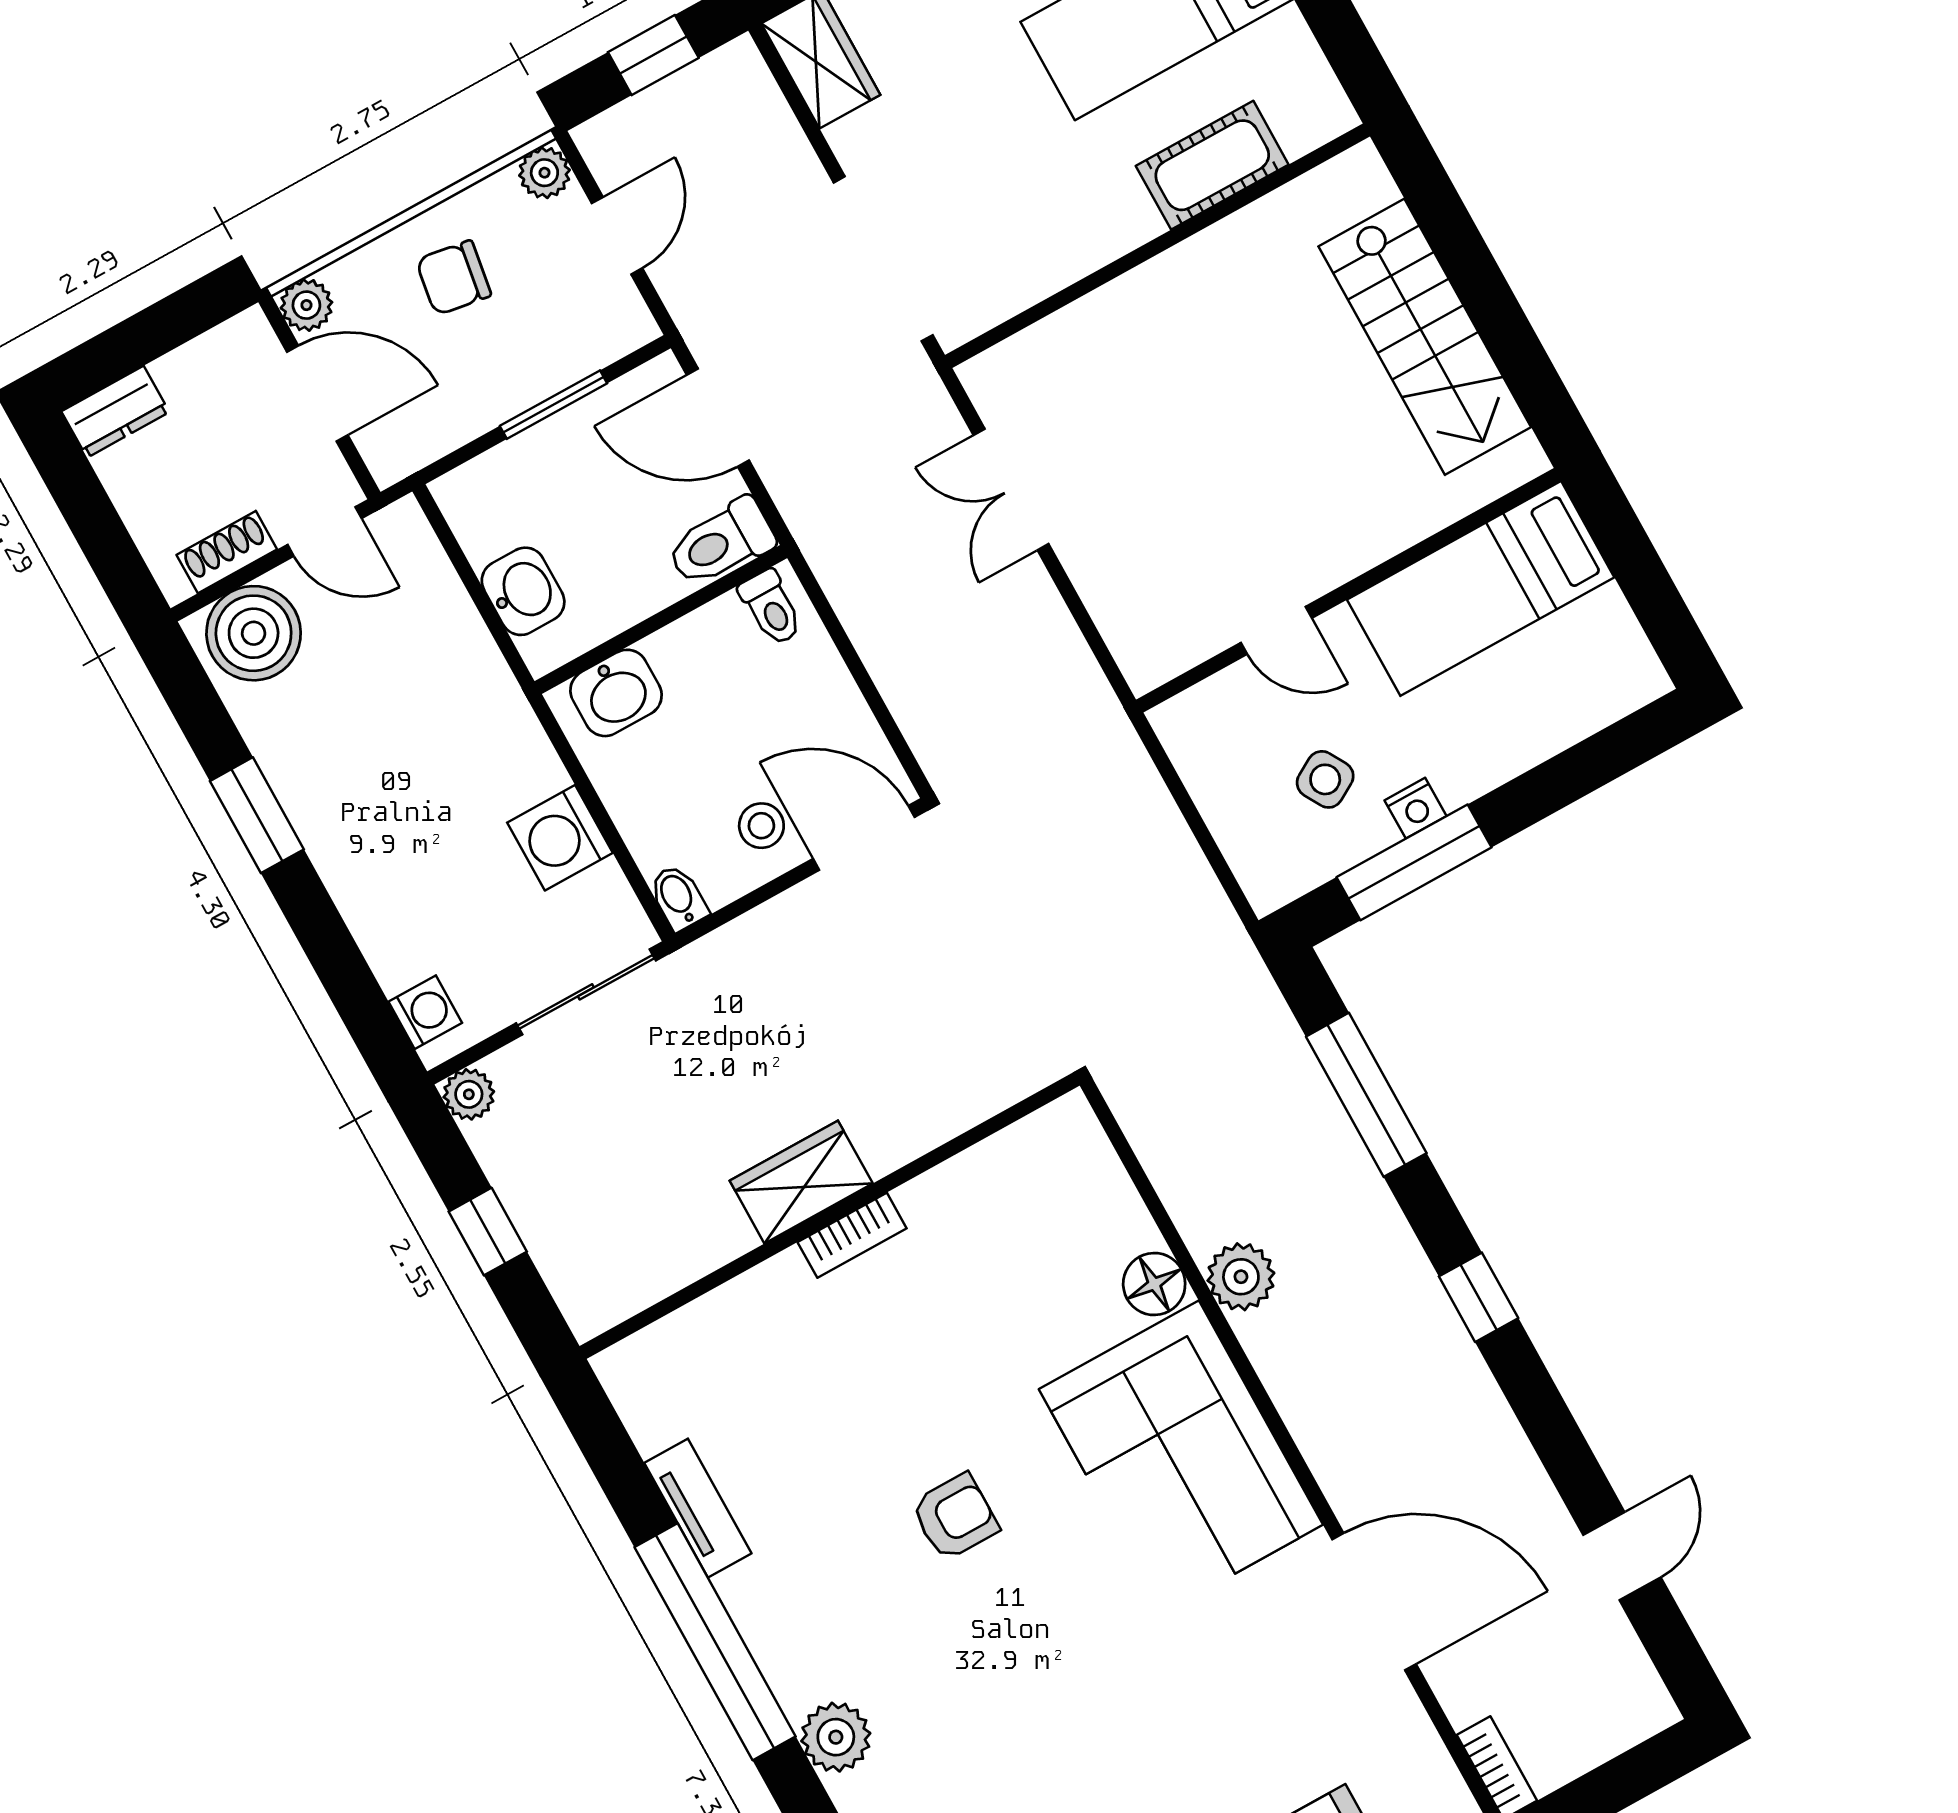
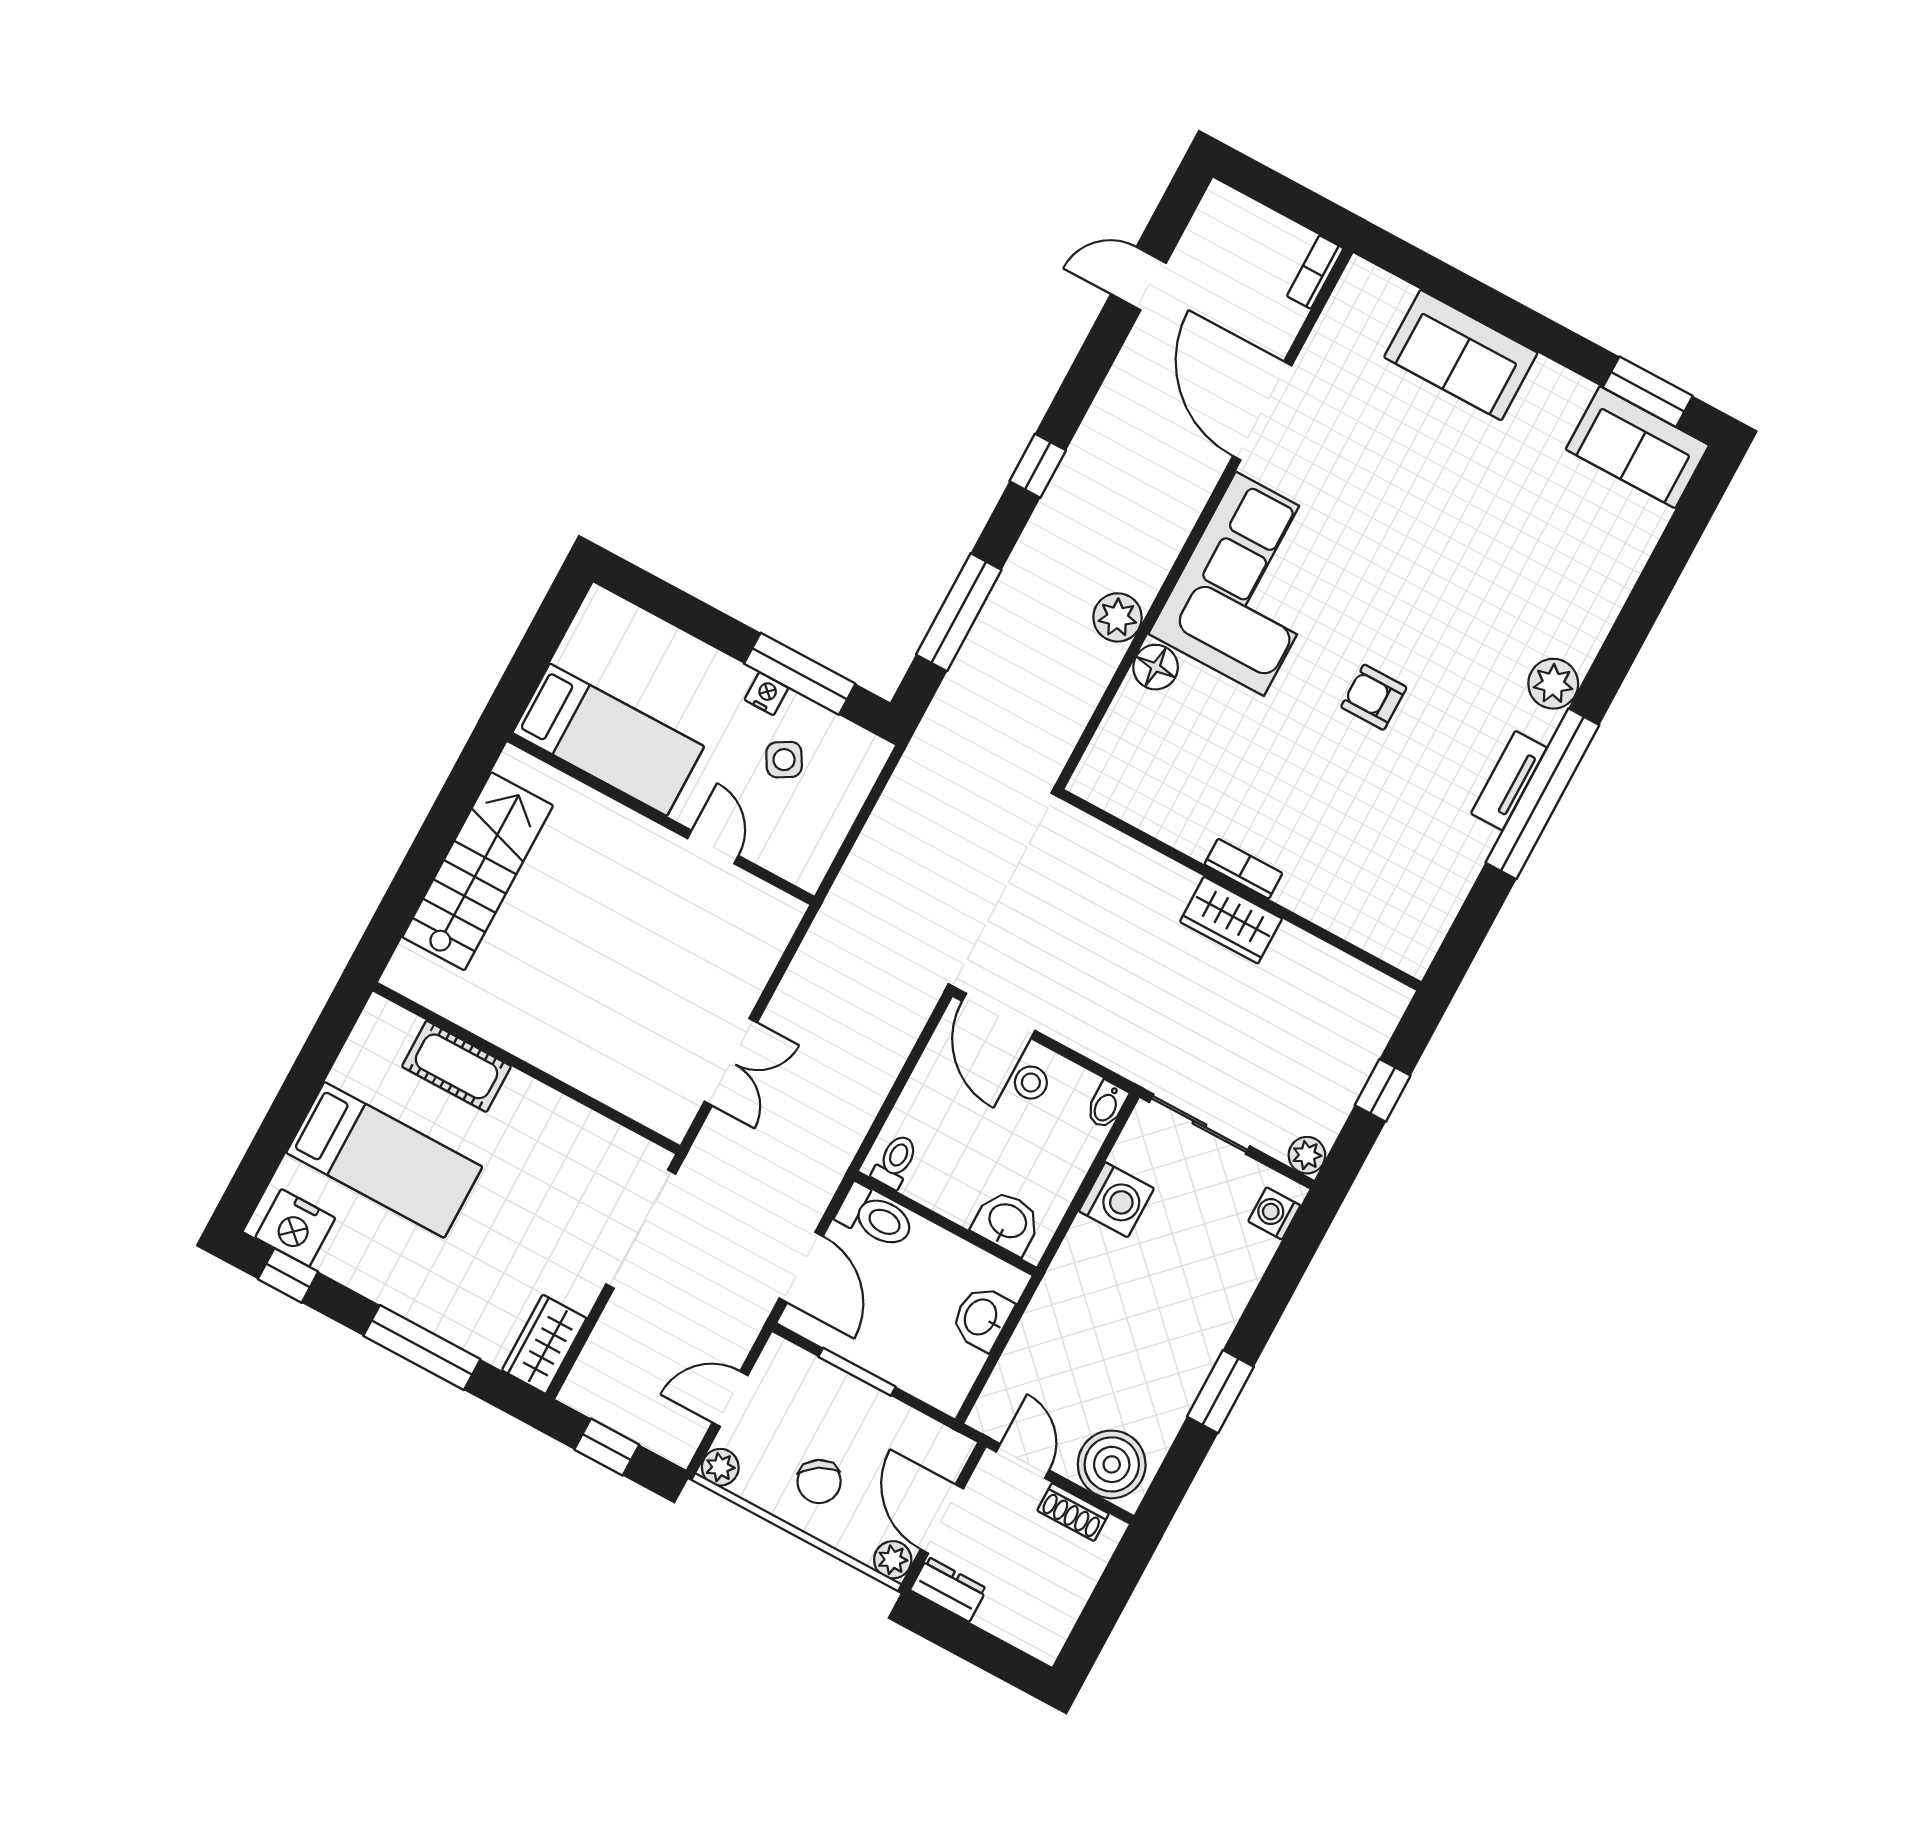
chair: (454, 278) -> (819, 1481), turned 50
dresser: (115, 412) -> (949, 1589), moved
tv unit: (698, 1508) -> (1509, 781), moved

